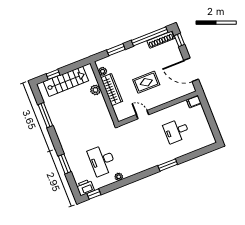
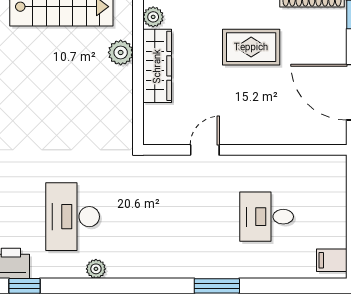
rug: (146, 82) -> (251, 47), moved
filing cabinet: (194, 102) -> (332, 260), moved
door: (143, 115) -> (205, 150), hinge flipped

